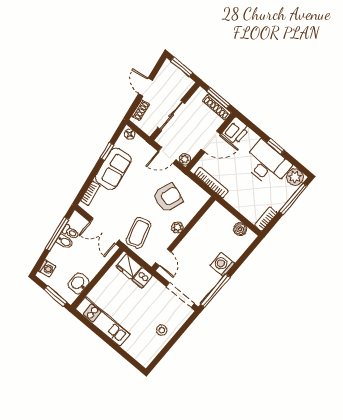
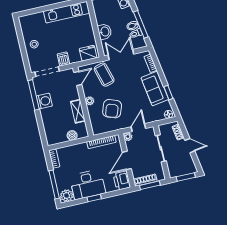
boiler: (240, 229) -> (72, 135), moved
shelving: (198, 232) -> (78, 111), added
door: (163, 257) -> (78, 78), swing flipped
washing machine: (222, 264) -> (44, 101), moved
dishwasher: (142, 278) -> (63, 59), moved
washbasin: (79, 283) -> (105, 32), moved

